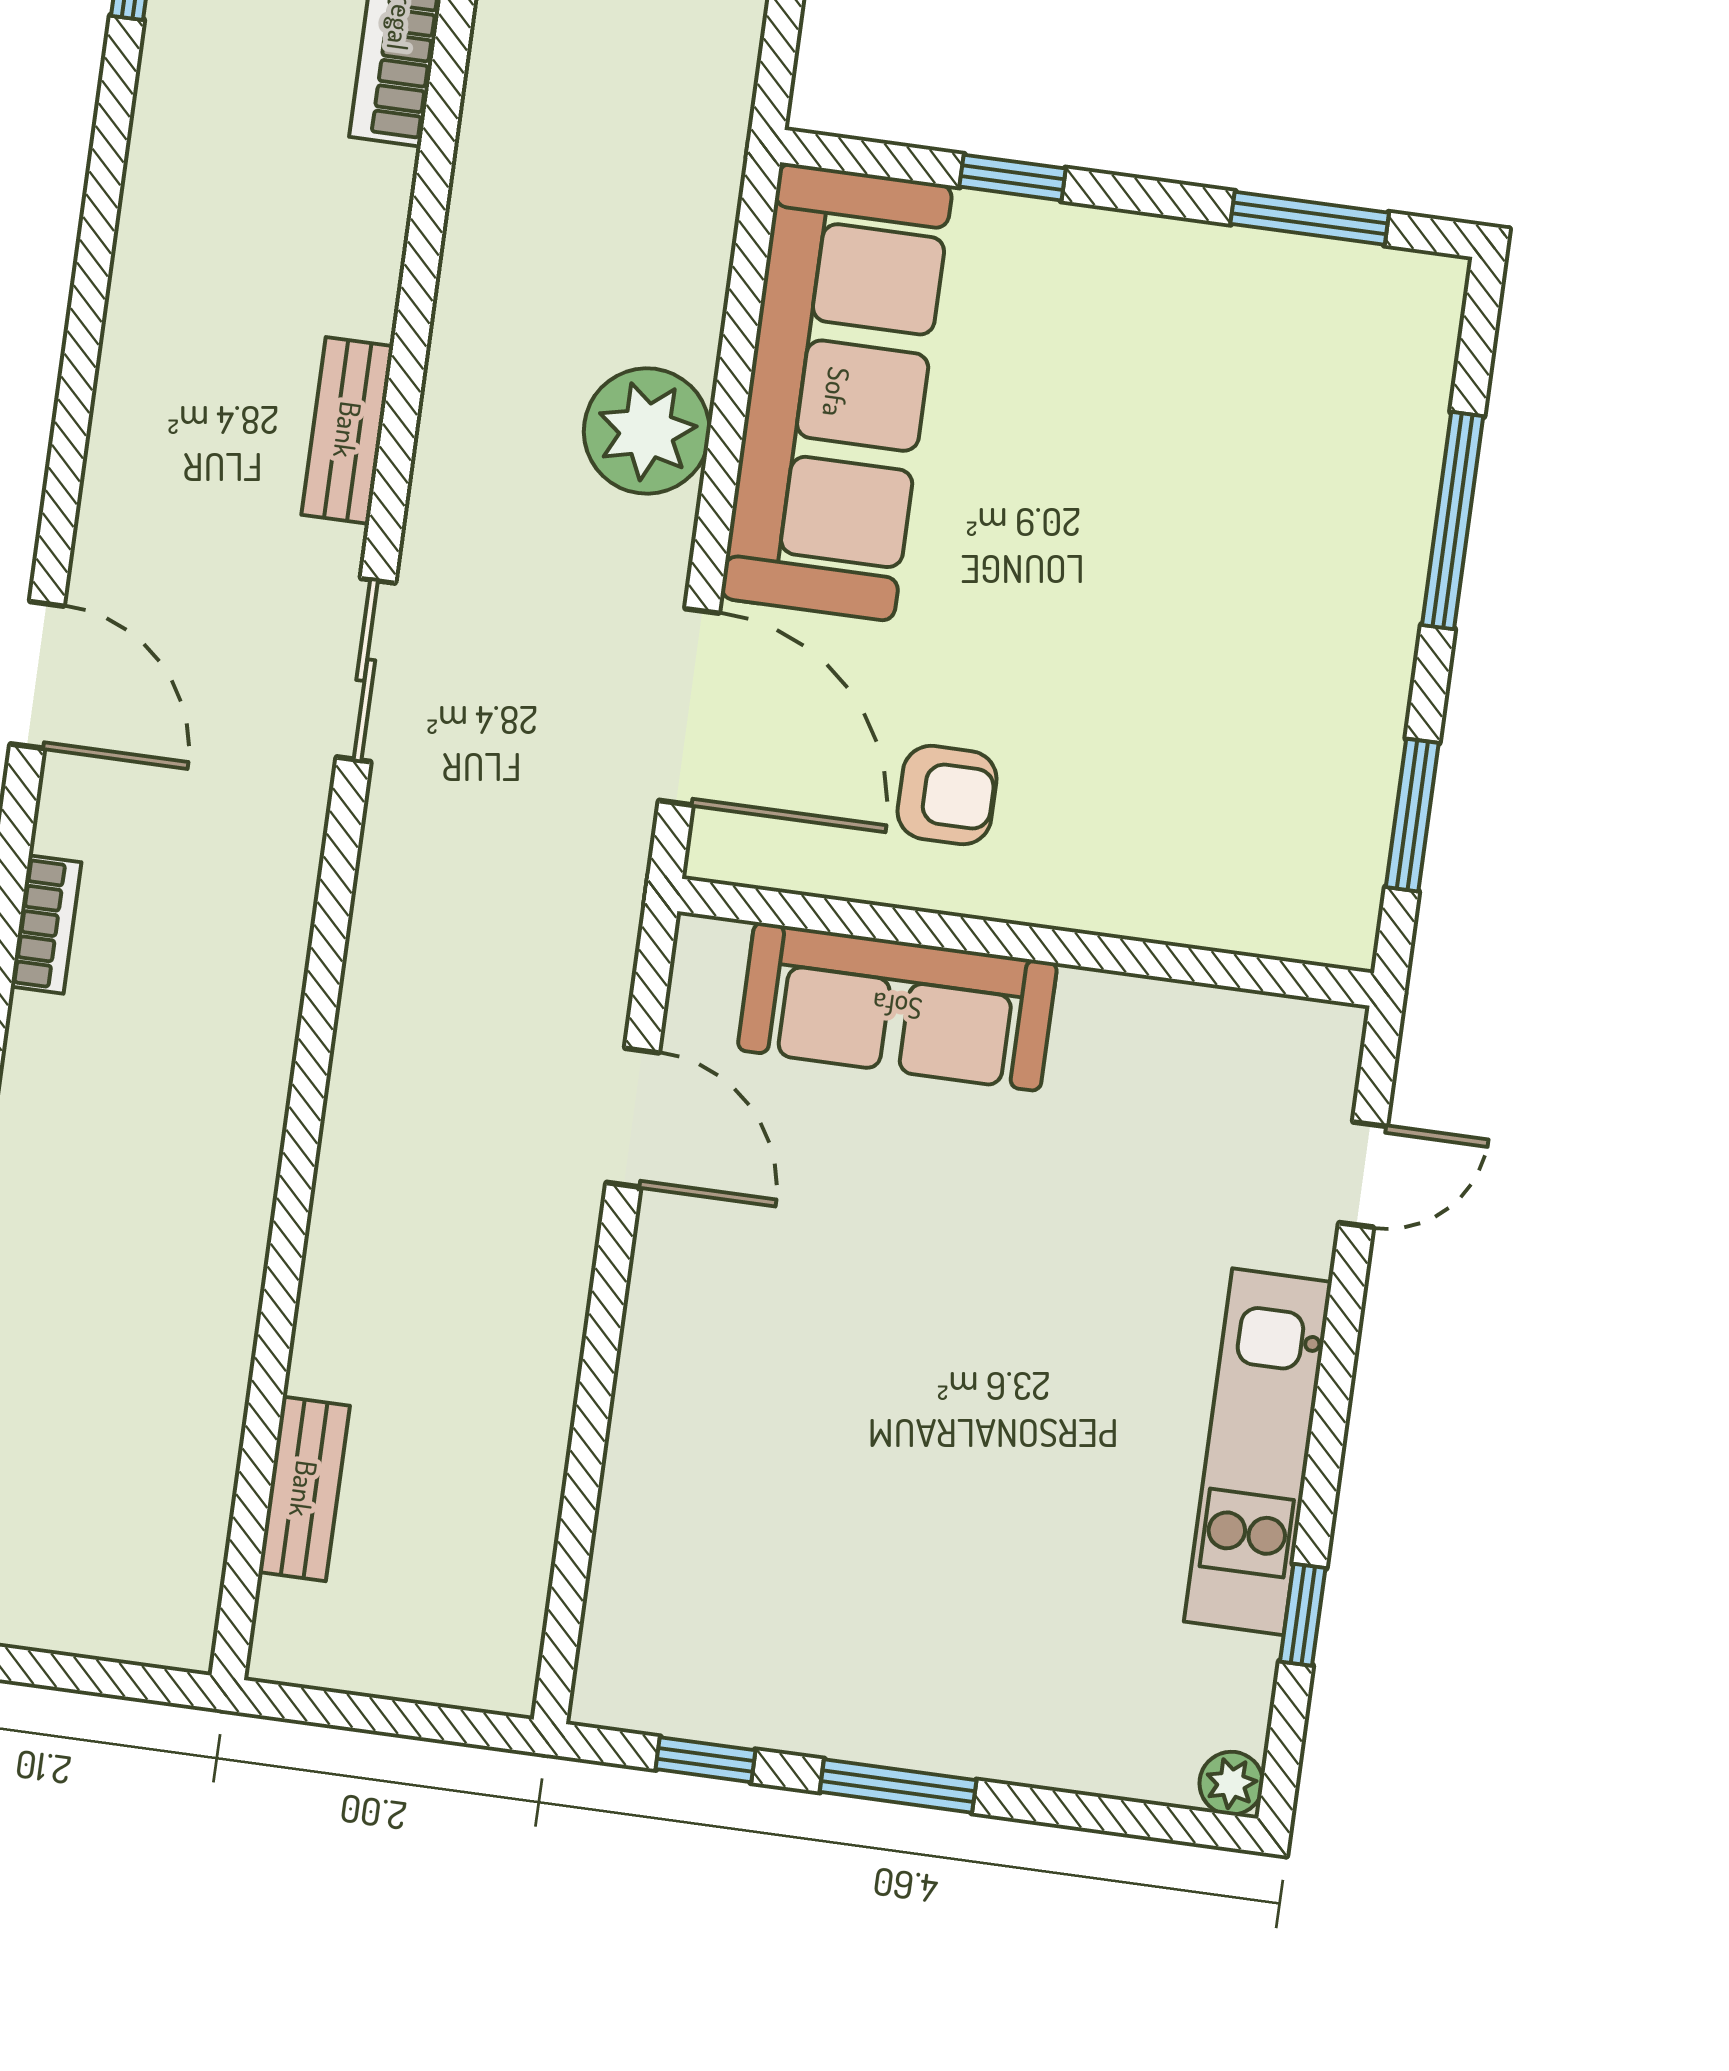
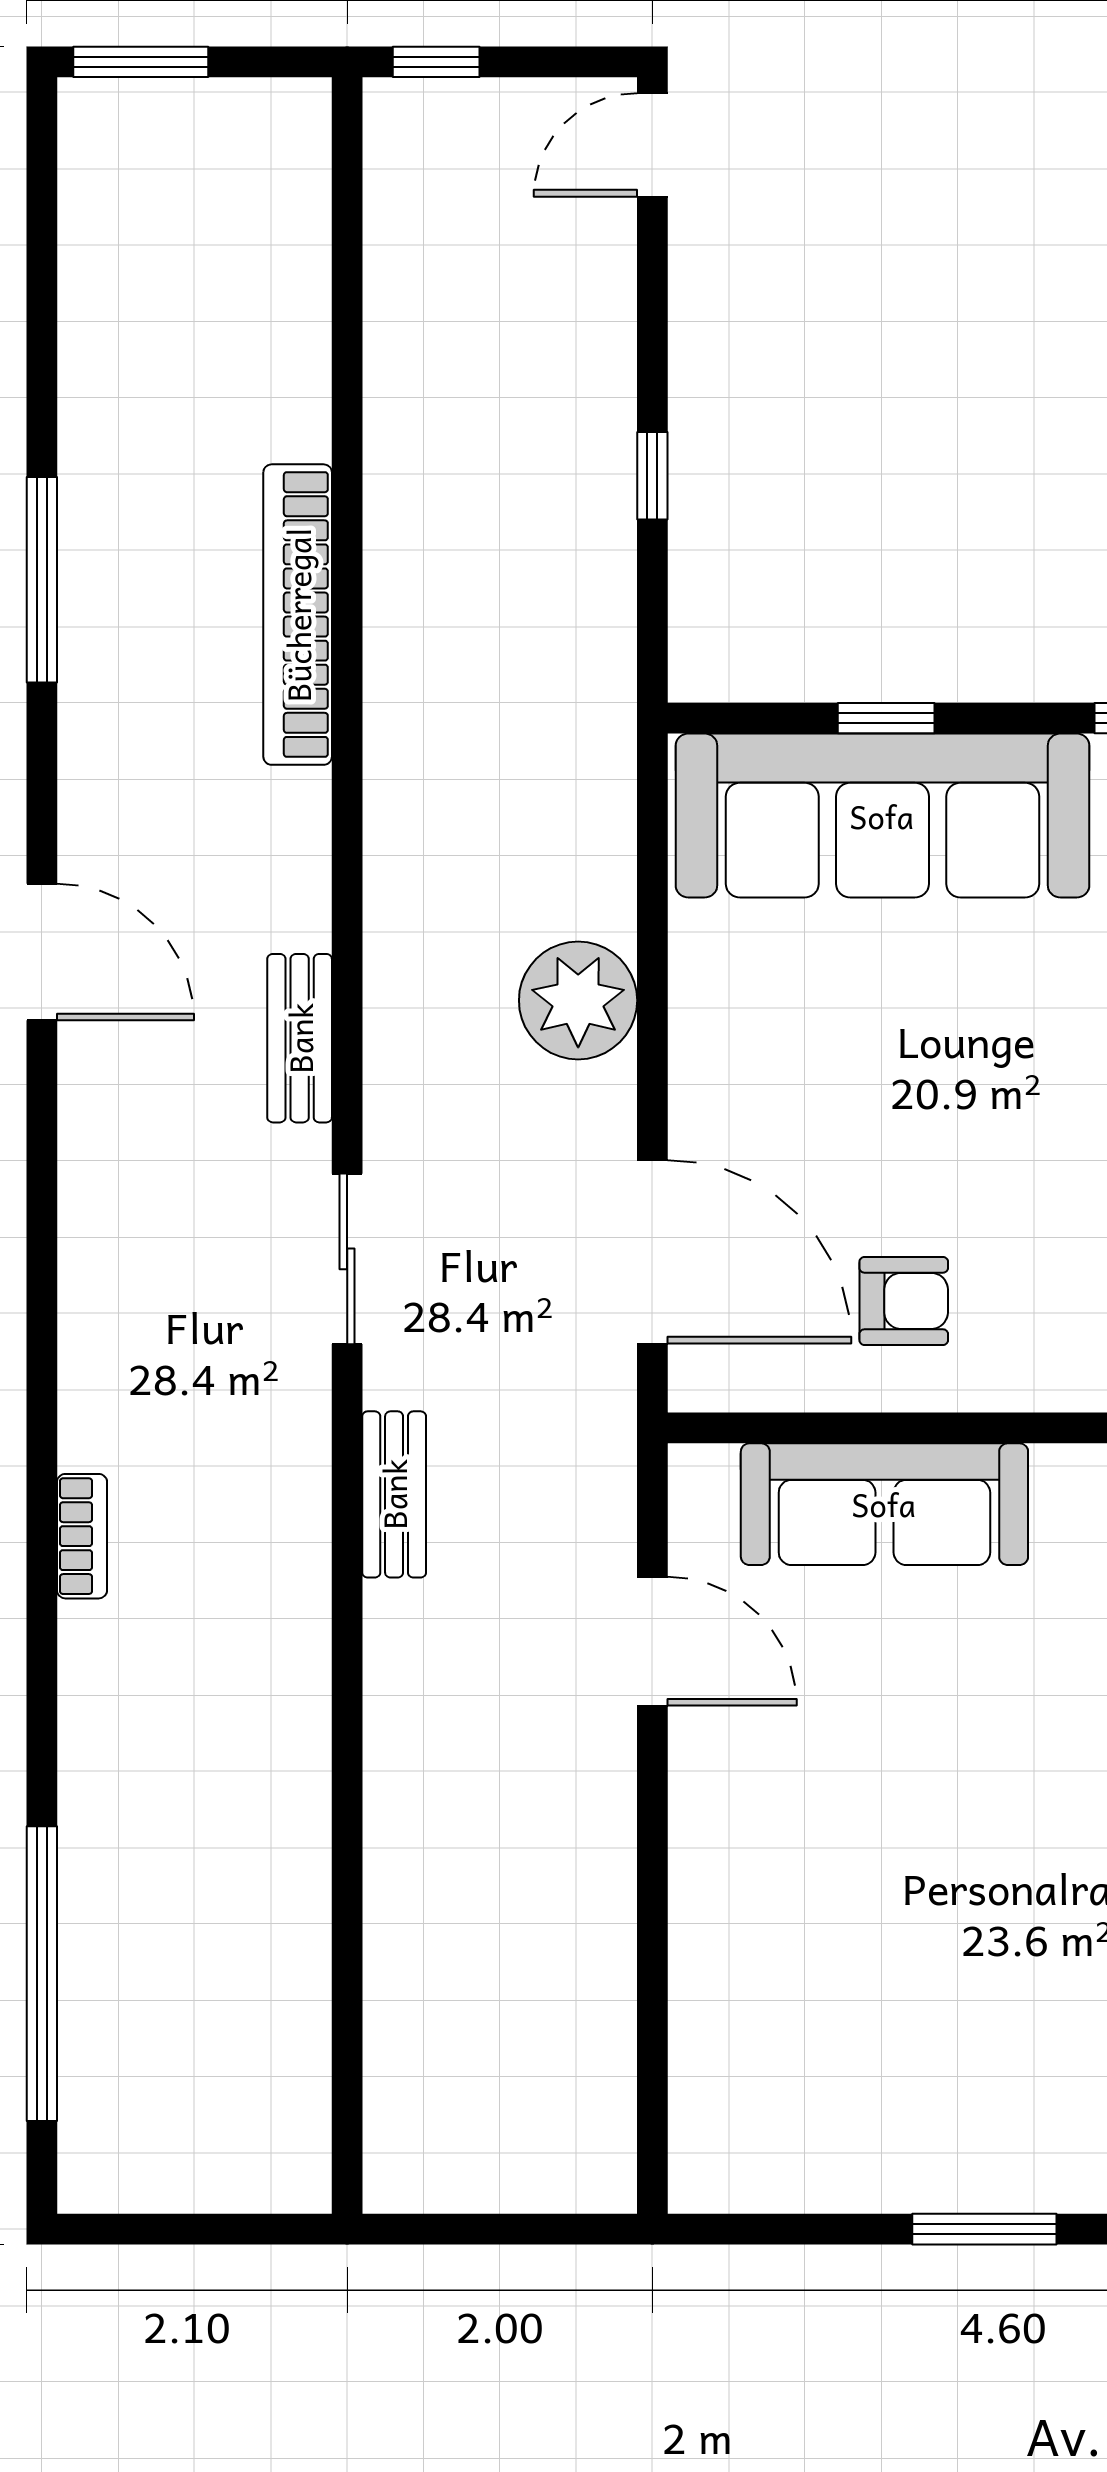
sofa: (837, 392) -> (882, 816), moved, turned 90
door: (37, 675) -> (42, 952), moved
bench: (304, 1489) -> (394, 1494), moved
window: (706, 1760) -> (802, 2229), removed

